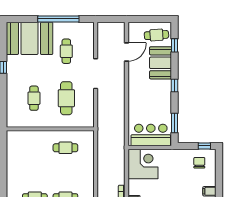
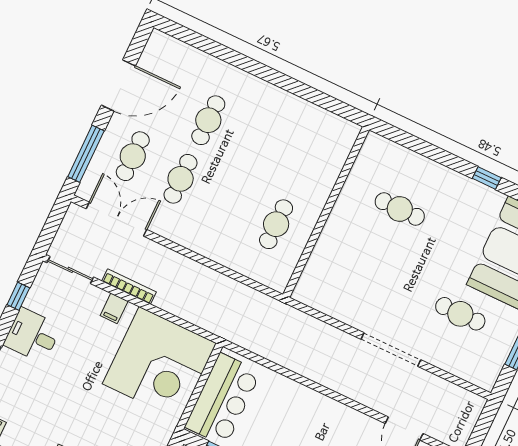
cafe table: (66, 98) -> (370, 271), removed
corner desk: (143, 164) -> (159, 364), width x1.36, depth x1.36

